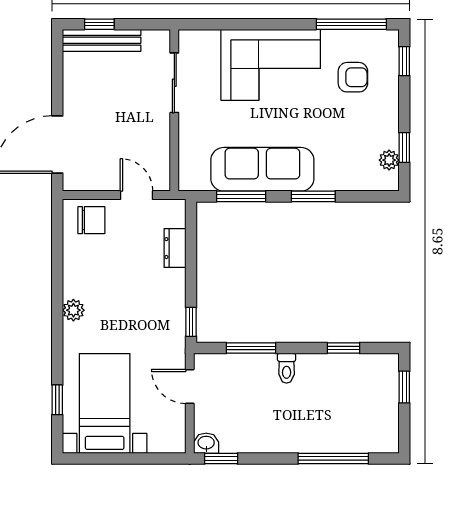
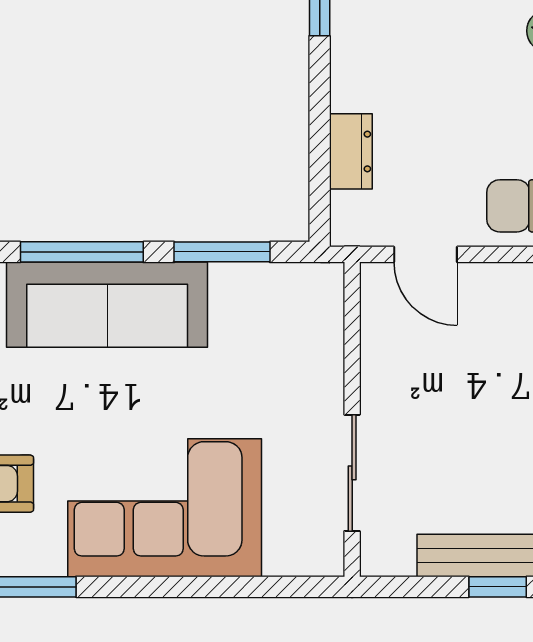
sofa: (262, 169) -> (107, 305), moved
window: (313, 196) -> (82, 252), width x1.44

